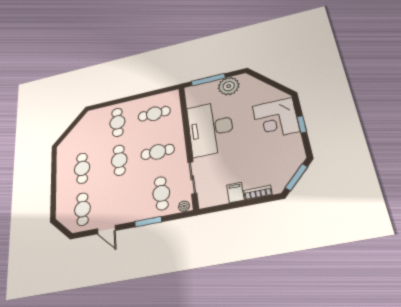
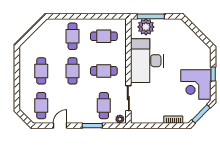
plant: (229, 86) -> (146, 27), moved
corner desk: (276, 119) -> (196, 85), moved
filing cabinet: (235, 193) -> (158, 116), removed
door: (106, 230) -> (60, 126), swing flipped

